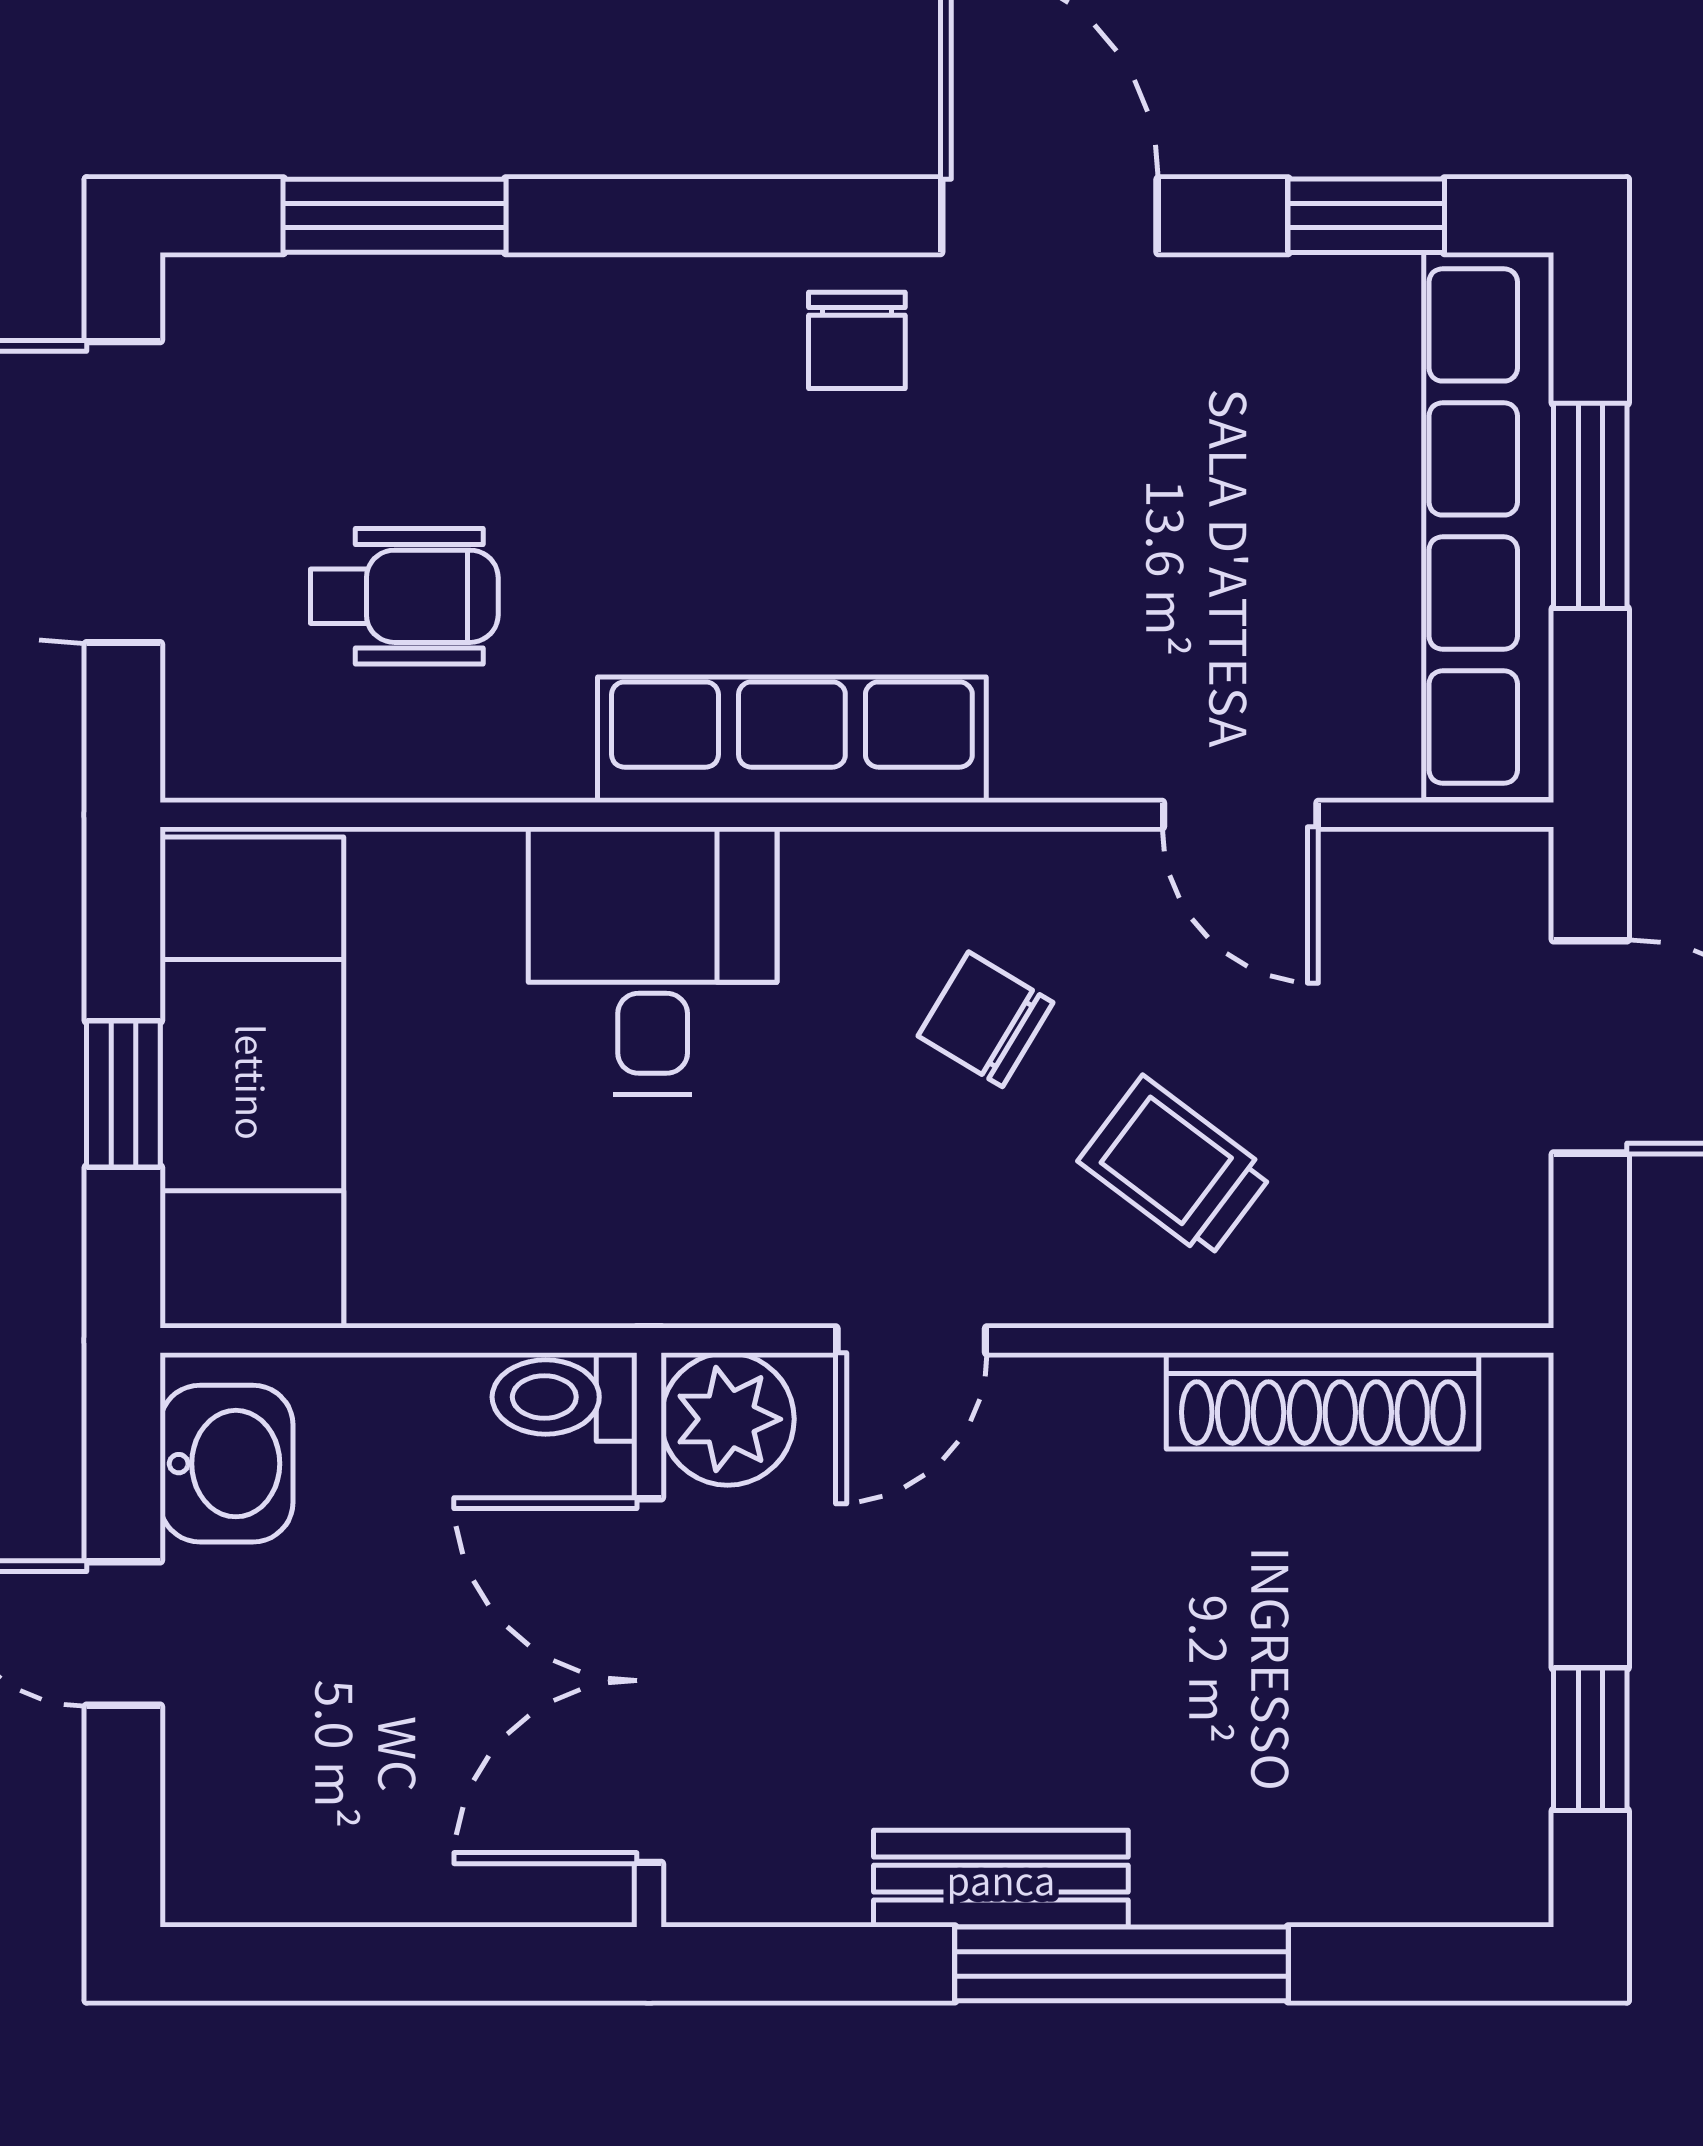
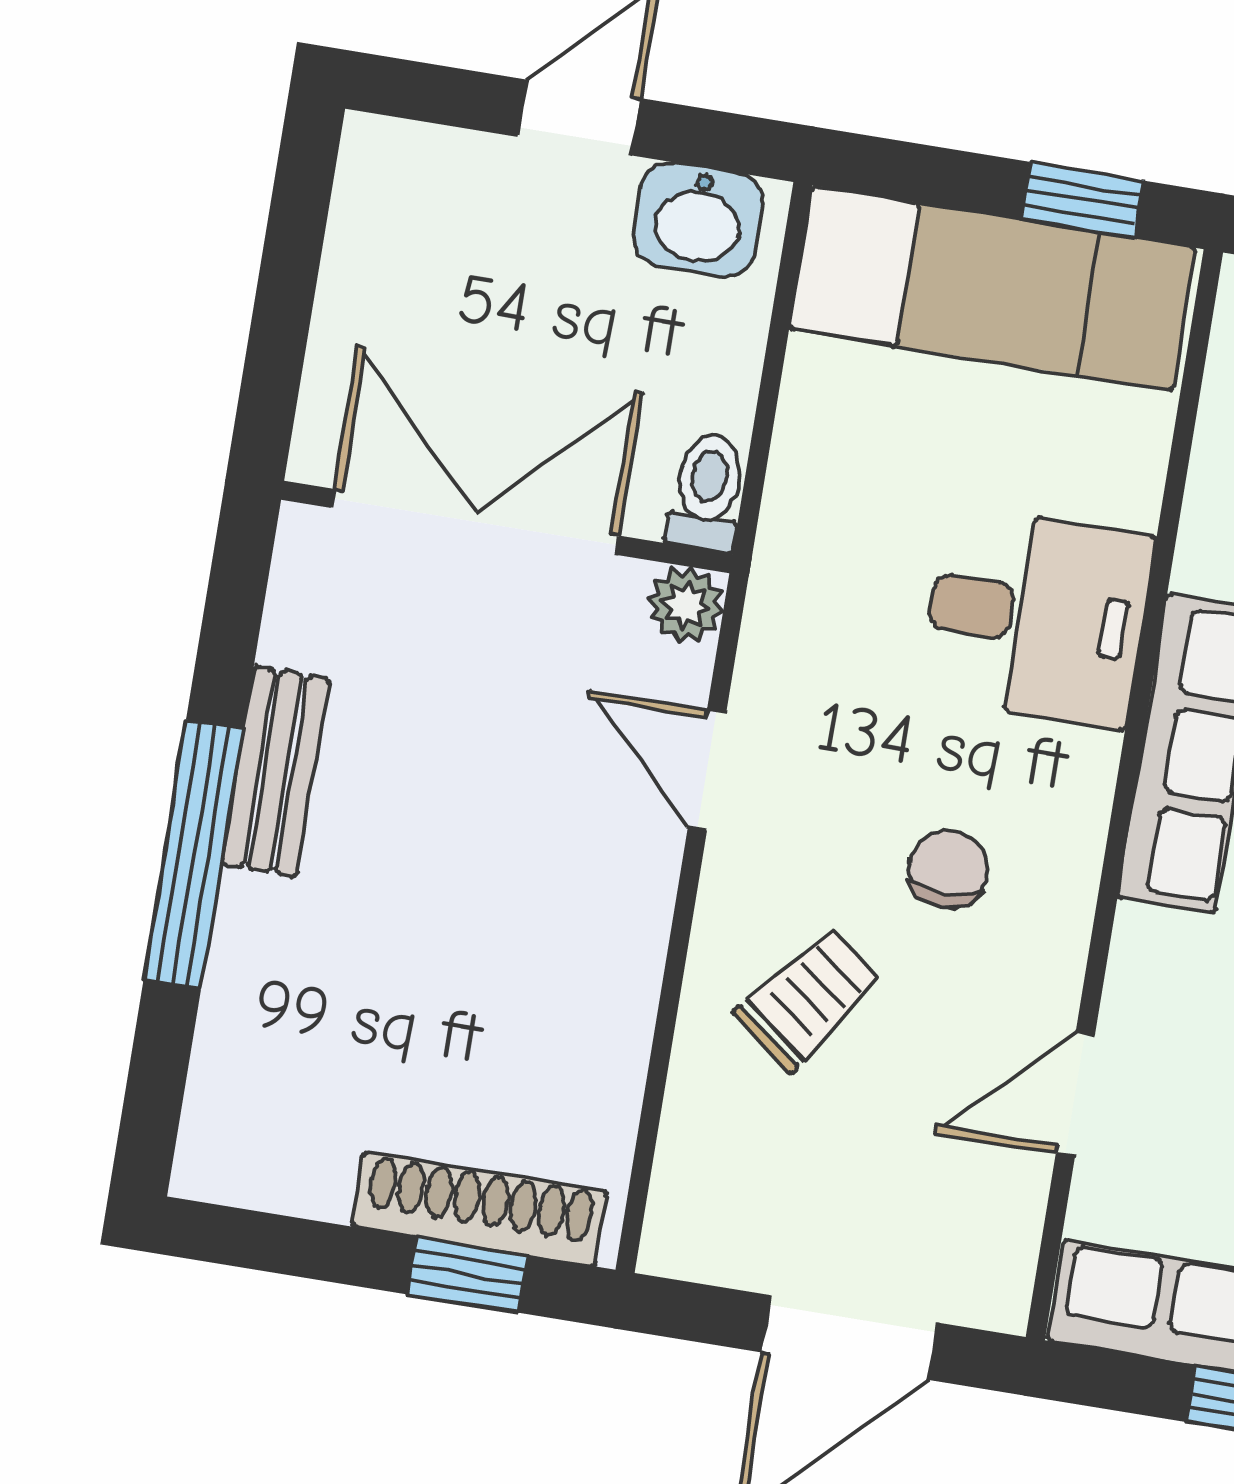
chair: (985, 1019) -> (948, 869), turned -31
window: (123, 1094) -> (1082, 200), moved
shoe rack: (1322, 1401) -> (479, 1209), moved, turned 90
plant: (728, 1419) -> (686, 605), width x0.73, depth x0.73
window: (1590, 1739) -> (467, 1275), moved

